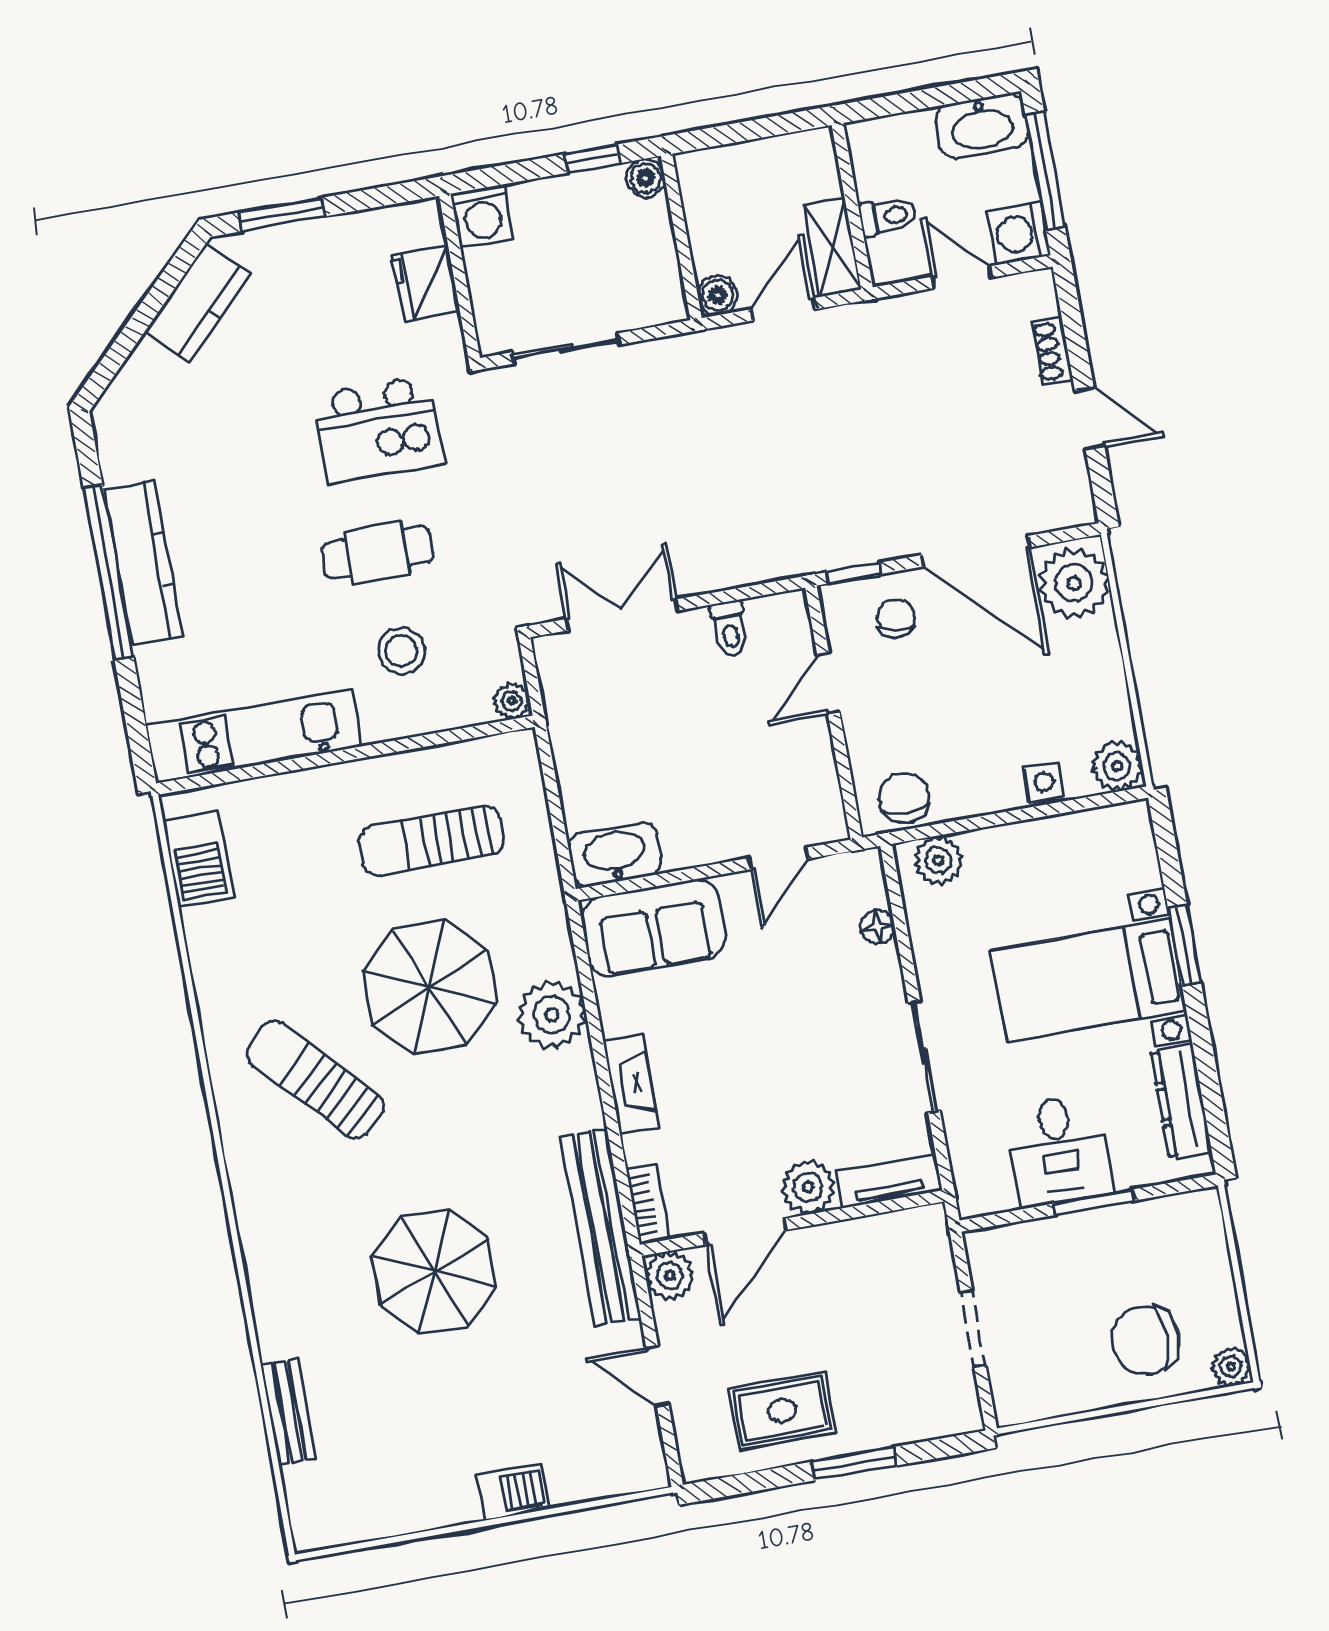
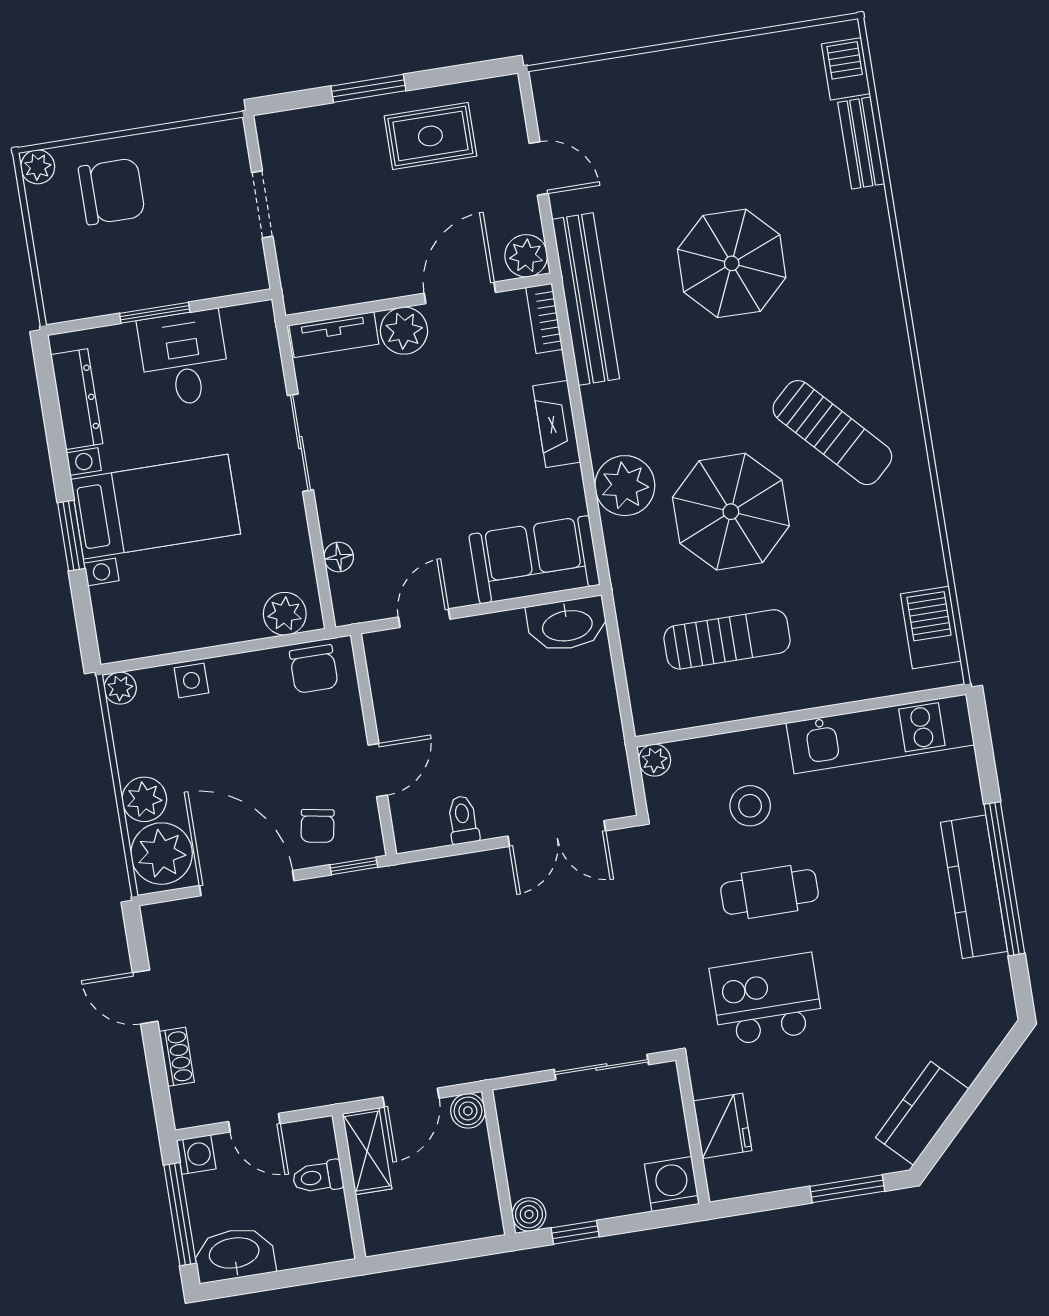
washing machine: (1019, 233) -> (196, 1154), width x0.73, depth x0.73
plant: (1095, 645) -> (144, 799), added
plant: (1117, 766) -> (120, 688), width x0.73, depth x0.73
barbecue: (513, 1492) -> (846, 69), moved, turned 90

